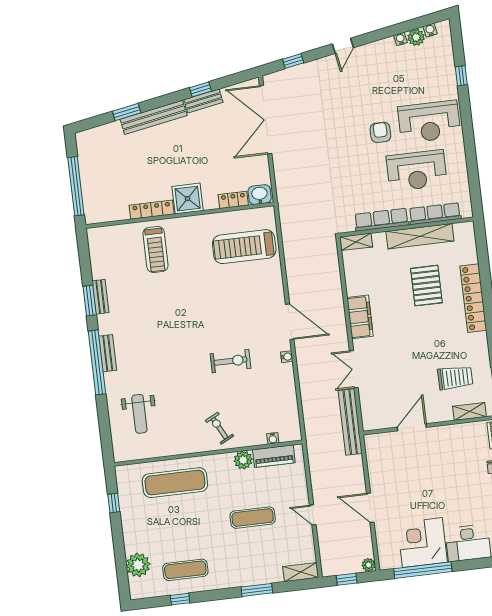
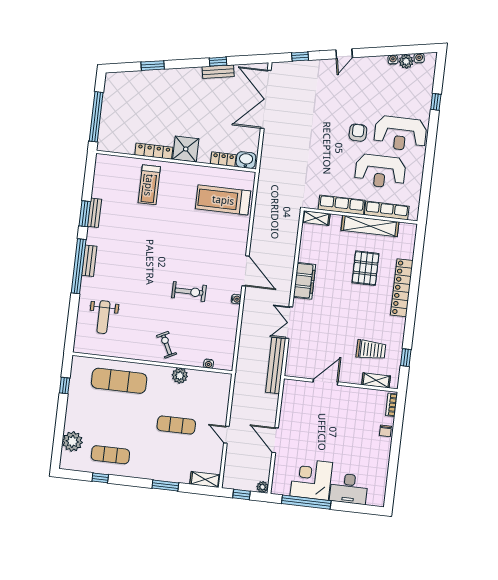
bench: (154, 117) -> (174, 75), removed
piano: (274, 456) -> (206, 379), removed

